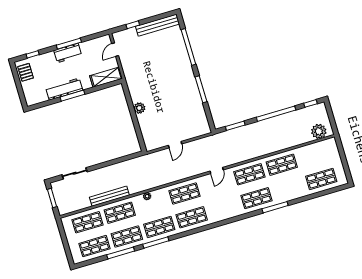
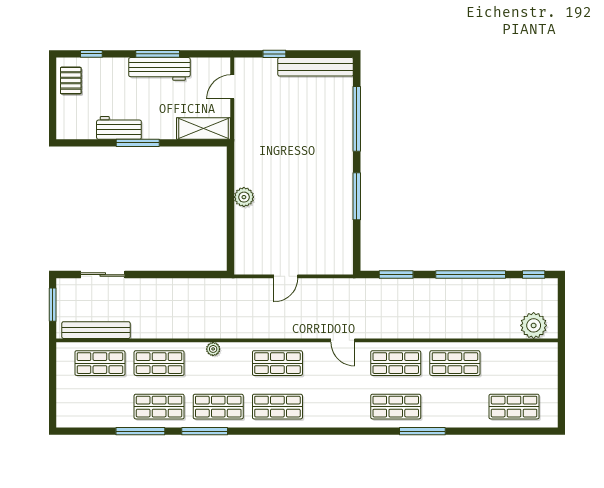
workbench: (68, 53) -> (159, 69), width x1.38
workbench: (64, 89) -> (119, 128), width x0.73
door: (217, 170) -> (343, 340), hinge flipped
bench: (109, 196) -> (96, 330), moved
shop shelf: (94, 246) -> (100, 407), removed

